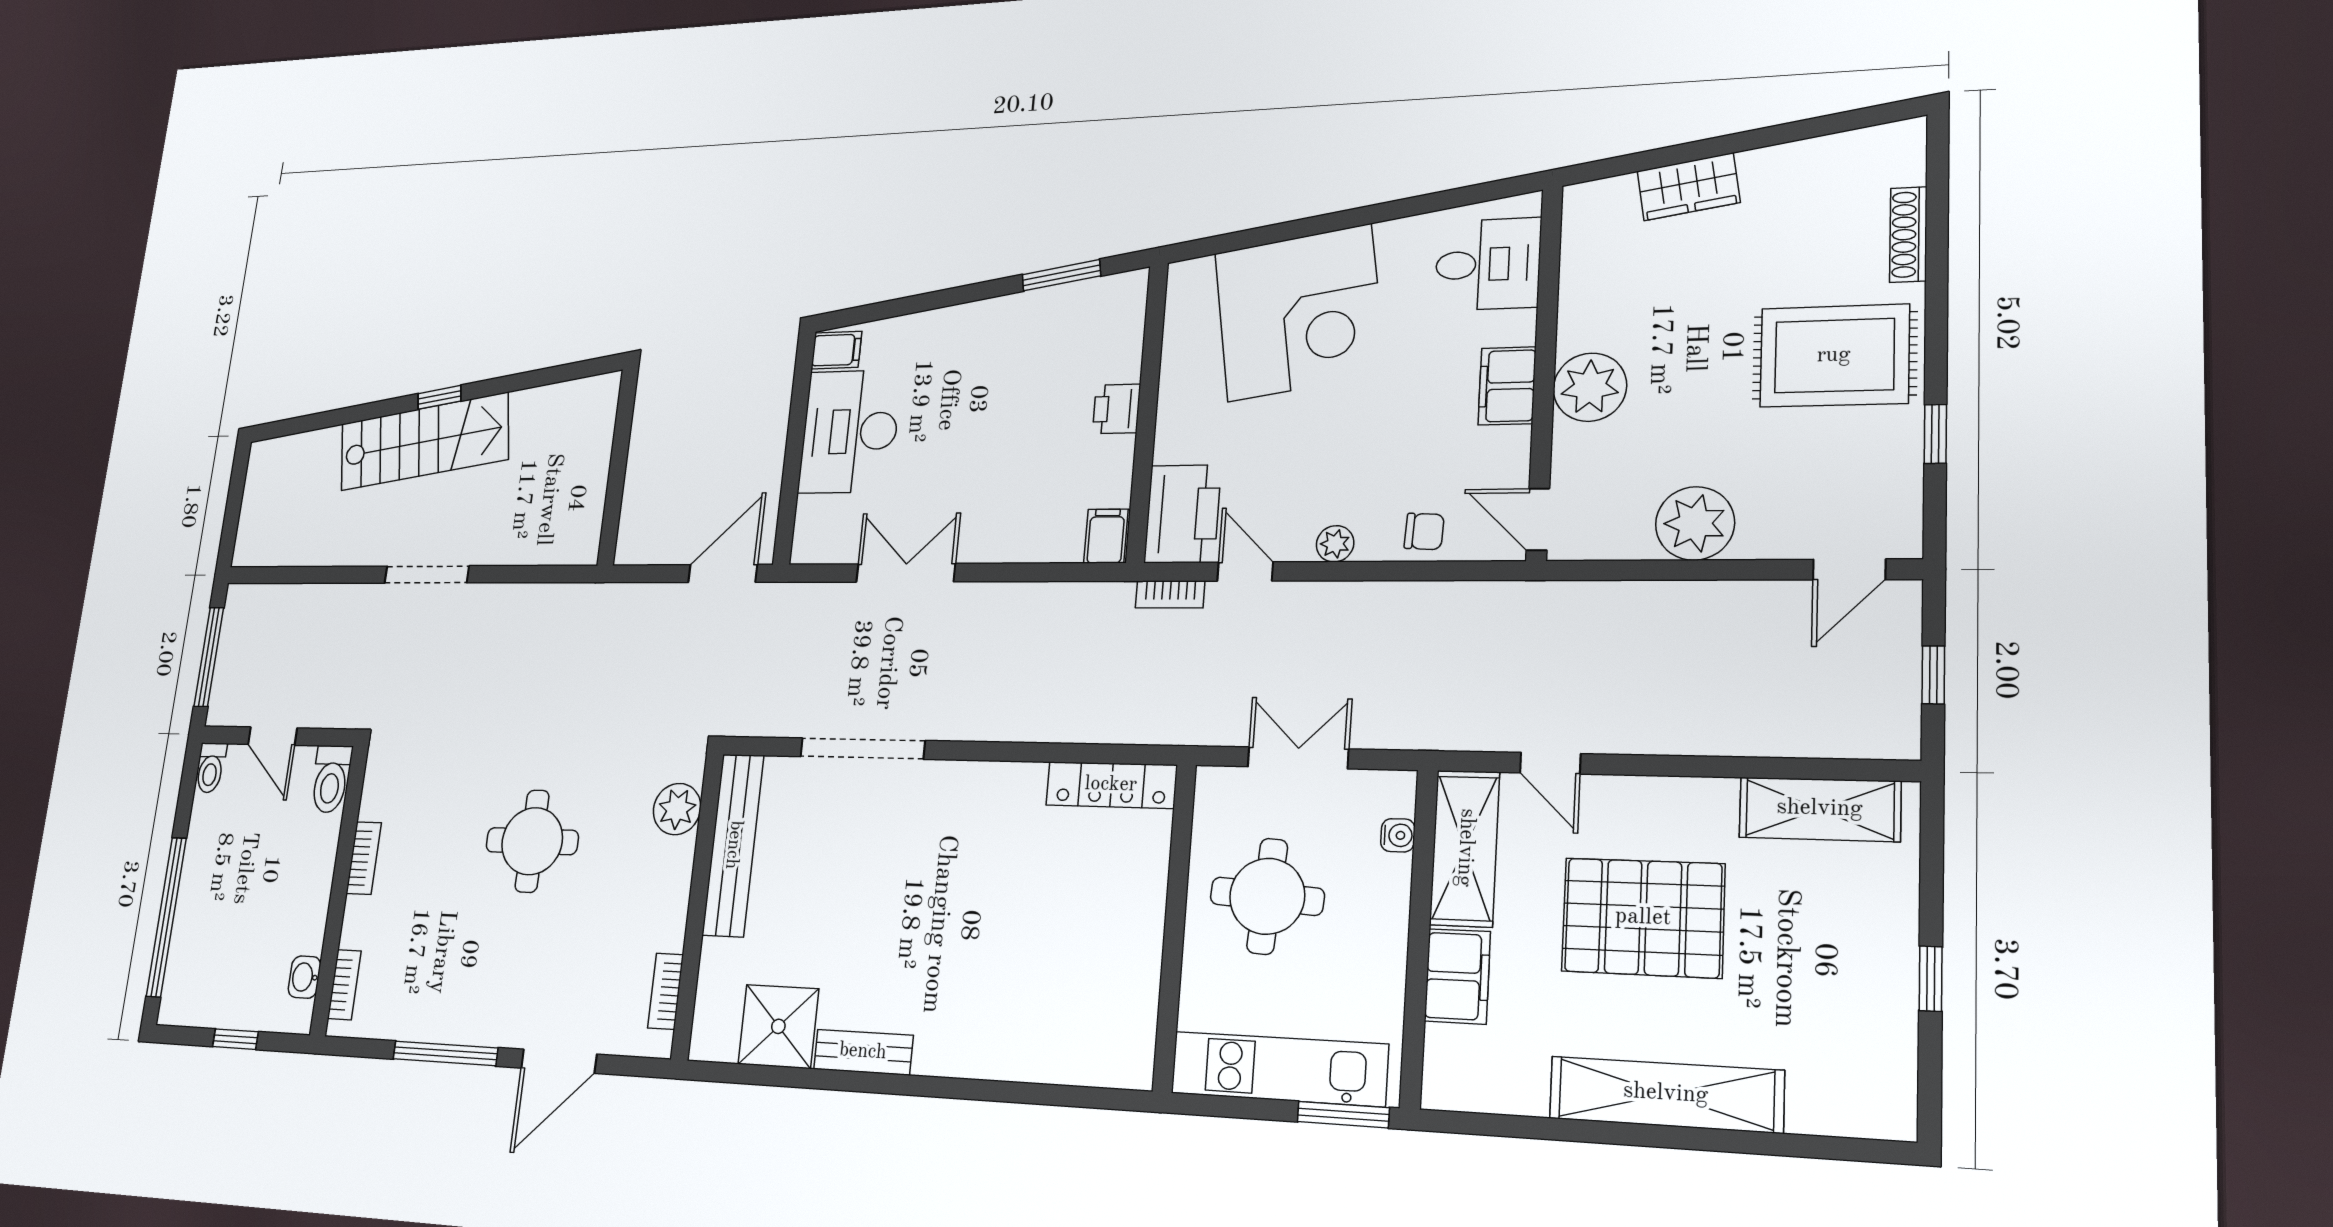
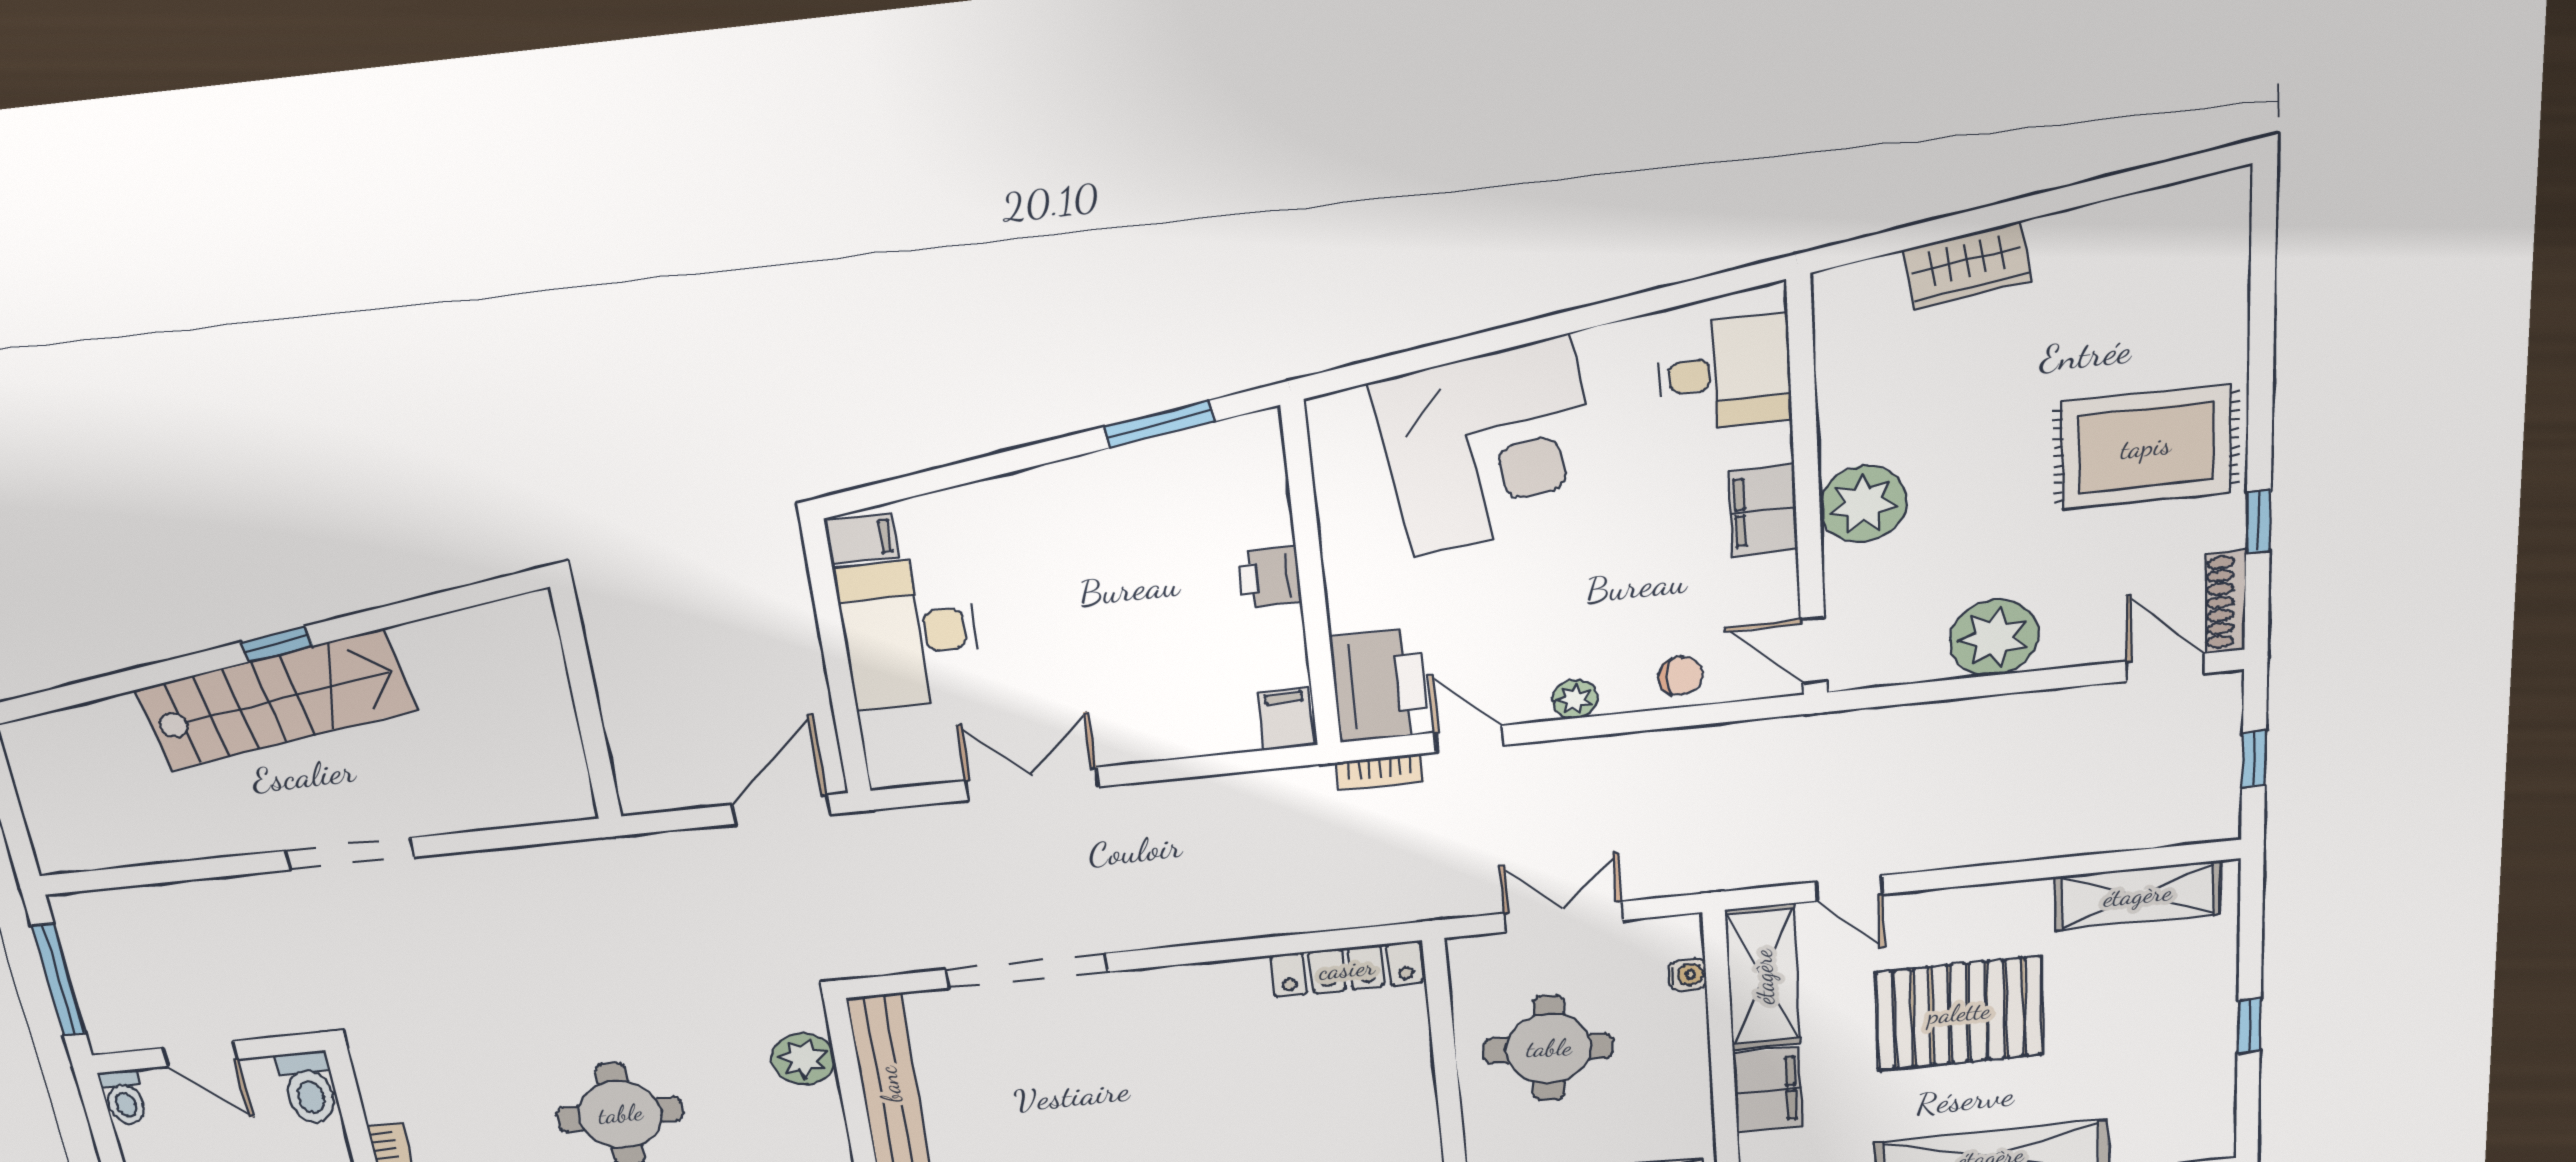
shoe rack: (1908, 234) -> (2225, 602), moved
door: (1849, 569) -> (2165, 667), swing flipped

